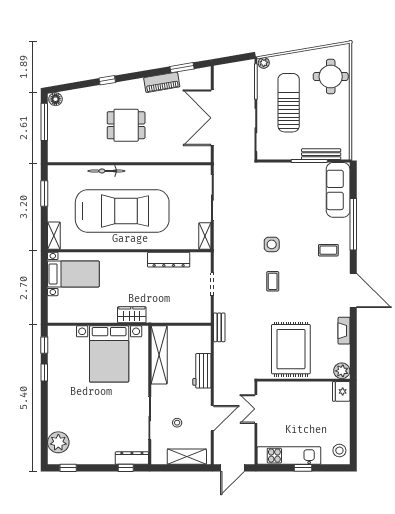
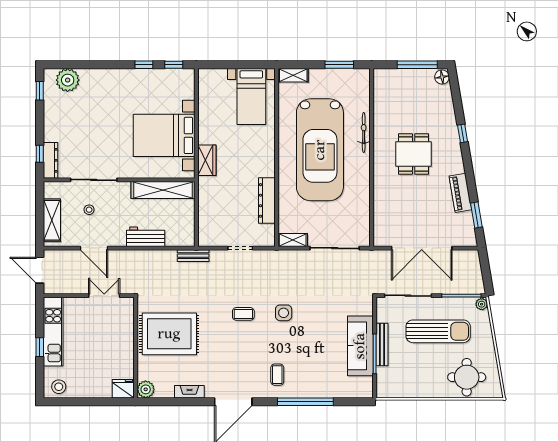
double door: (212, 118) -> (422, 248), swing flipped
bench: (321, 154) -> (382, 344), moved
sofa: (338, 190) -> (360, 346), moved, turned -90

